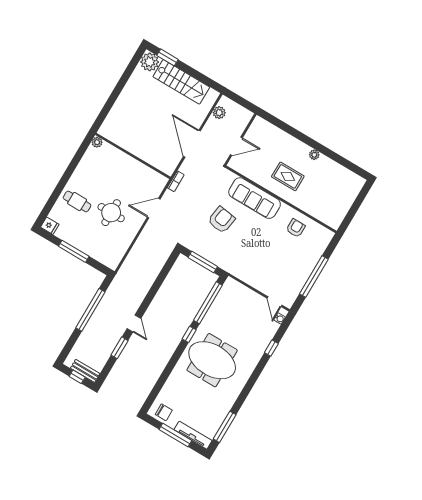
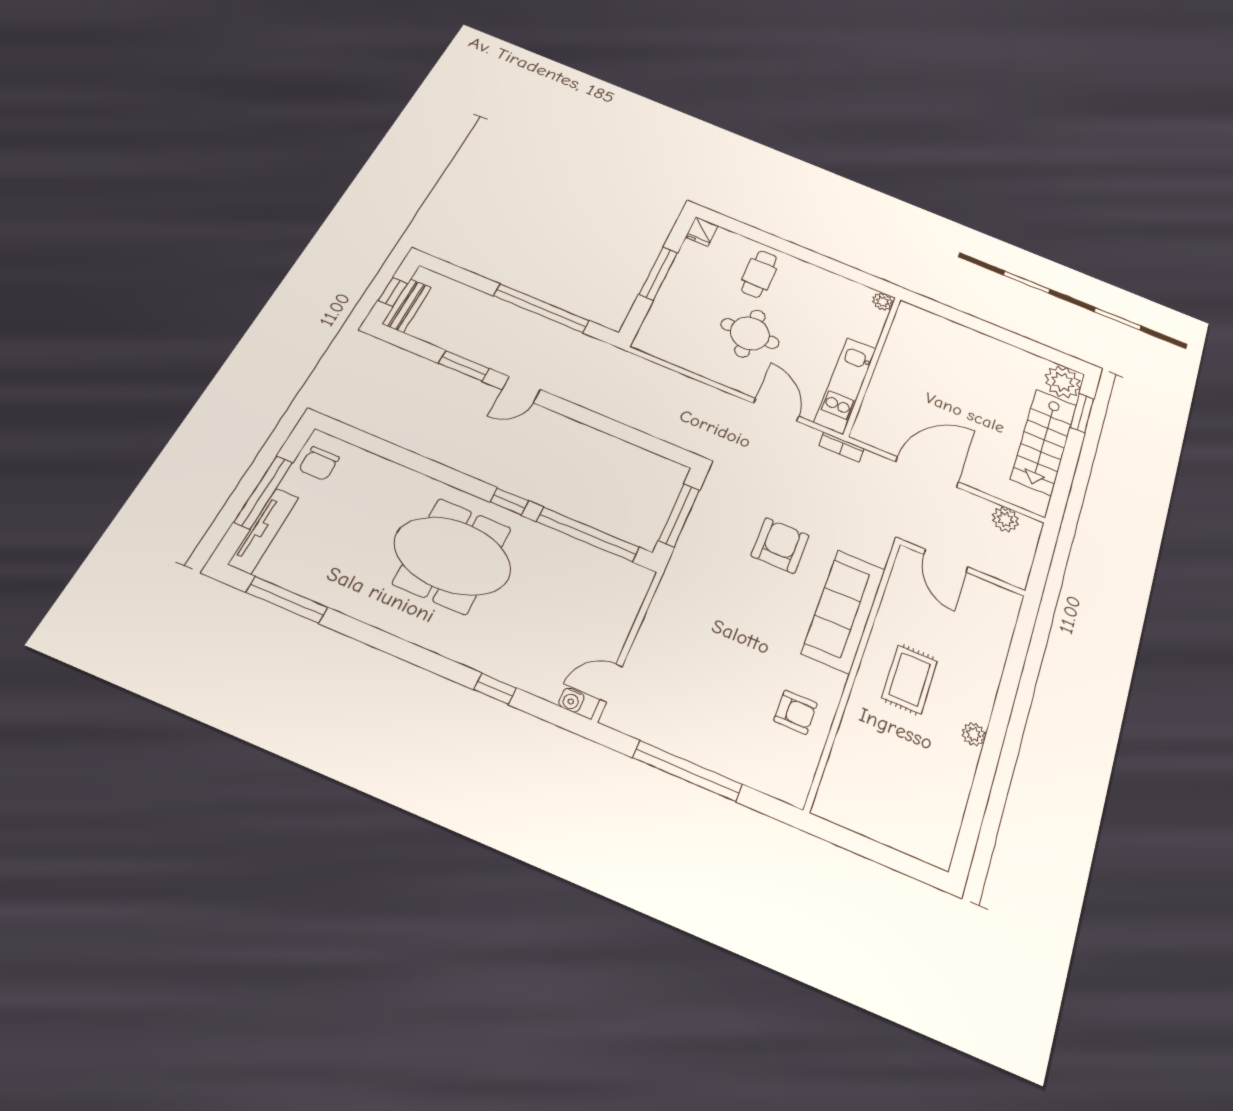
kitchen unit: (143, 172) -> (845, 385), added
armchair: (221, 220) -> (780, 545), turned -98
meeting table: (212, 360) -> (452, 556), turned 90

